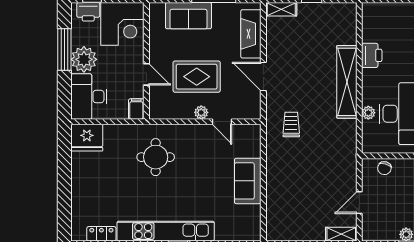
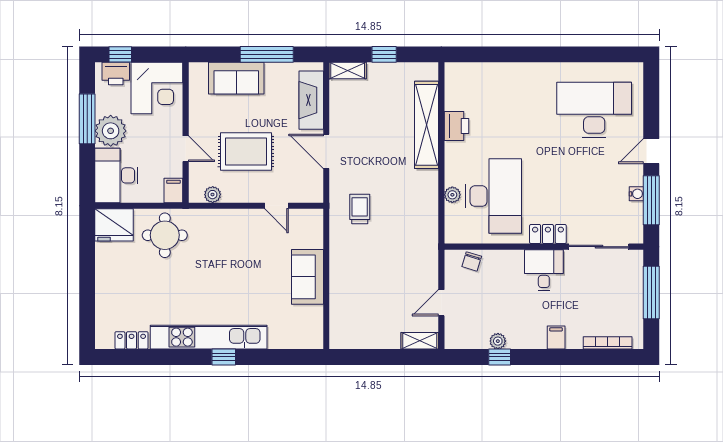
shelving: (347, 82) -> (427, 125), moved
plant: (201, 112) -> (213, 195), moved
round table: (156, 157) -> (165, 235), moved

